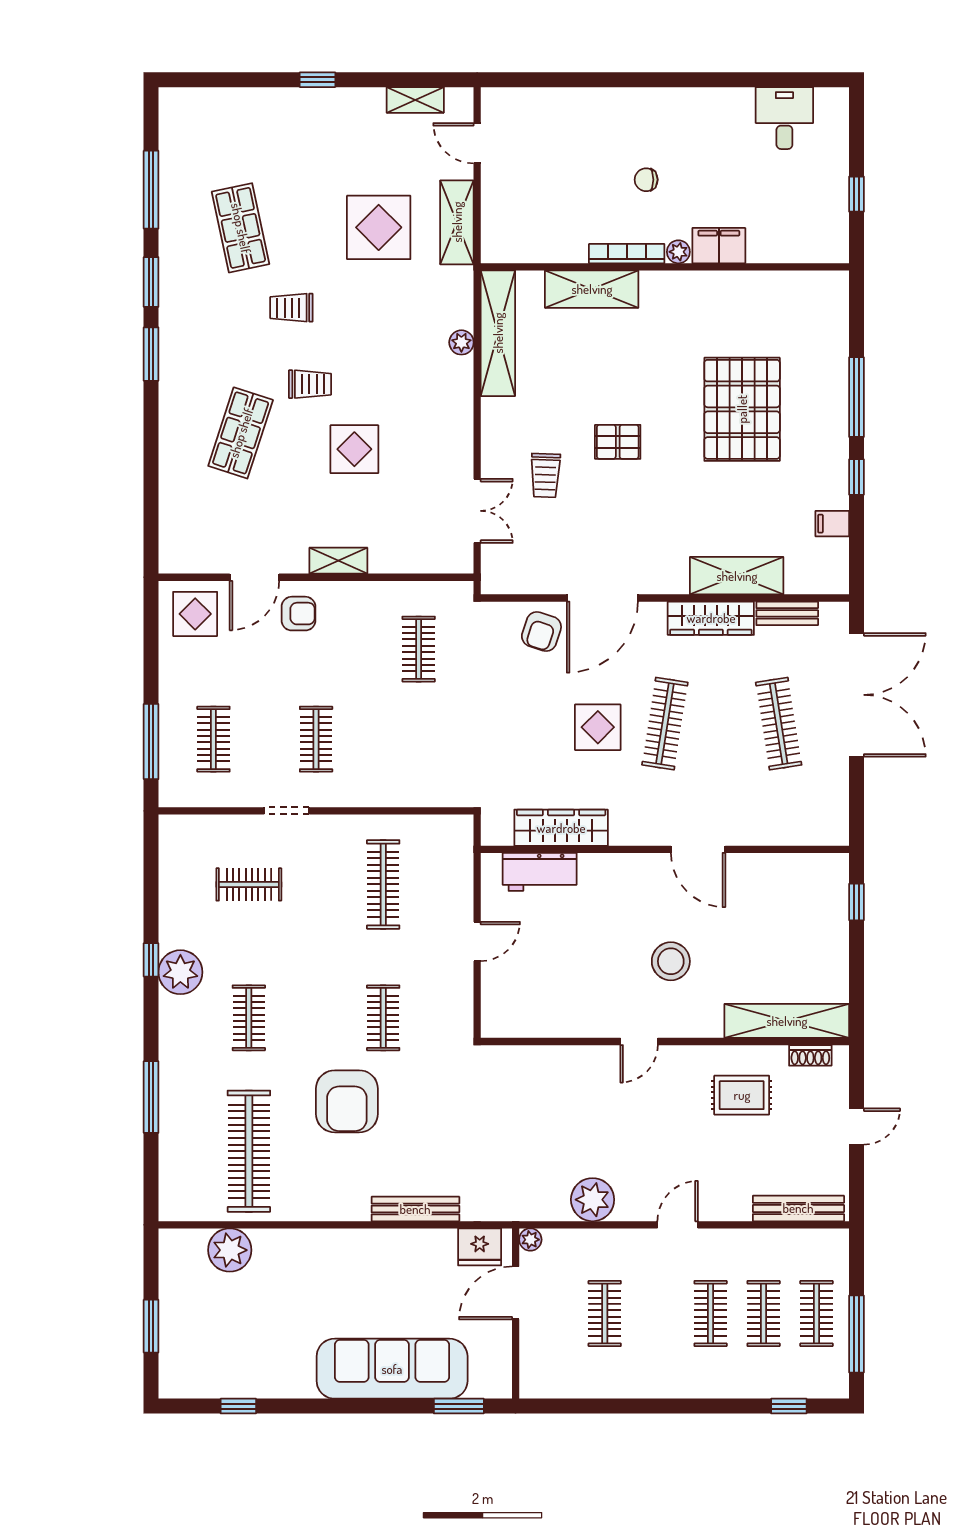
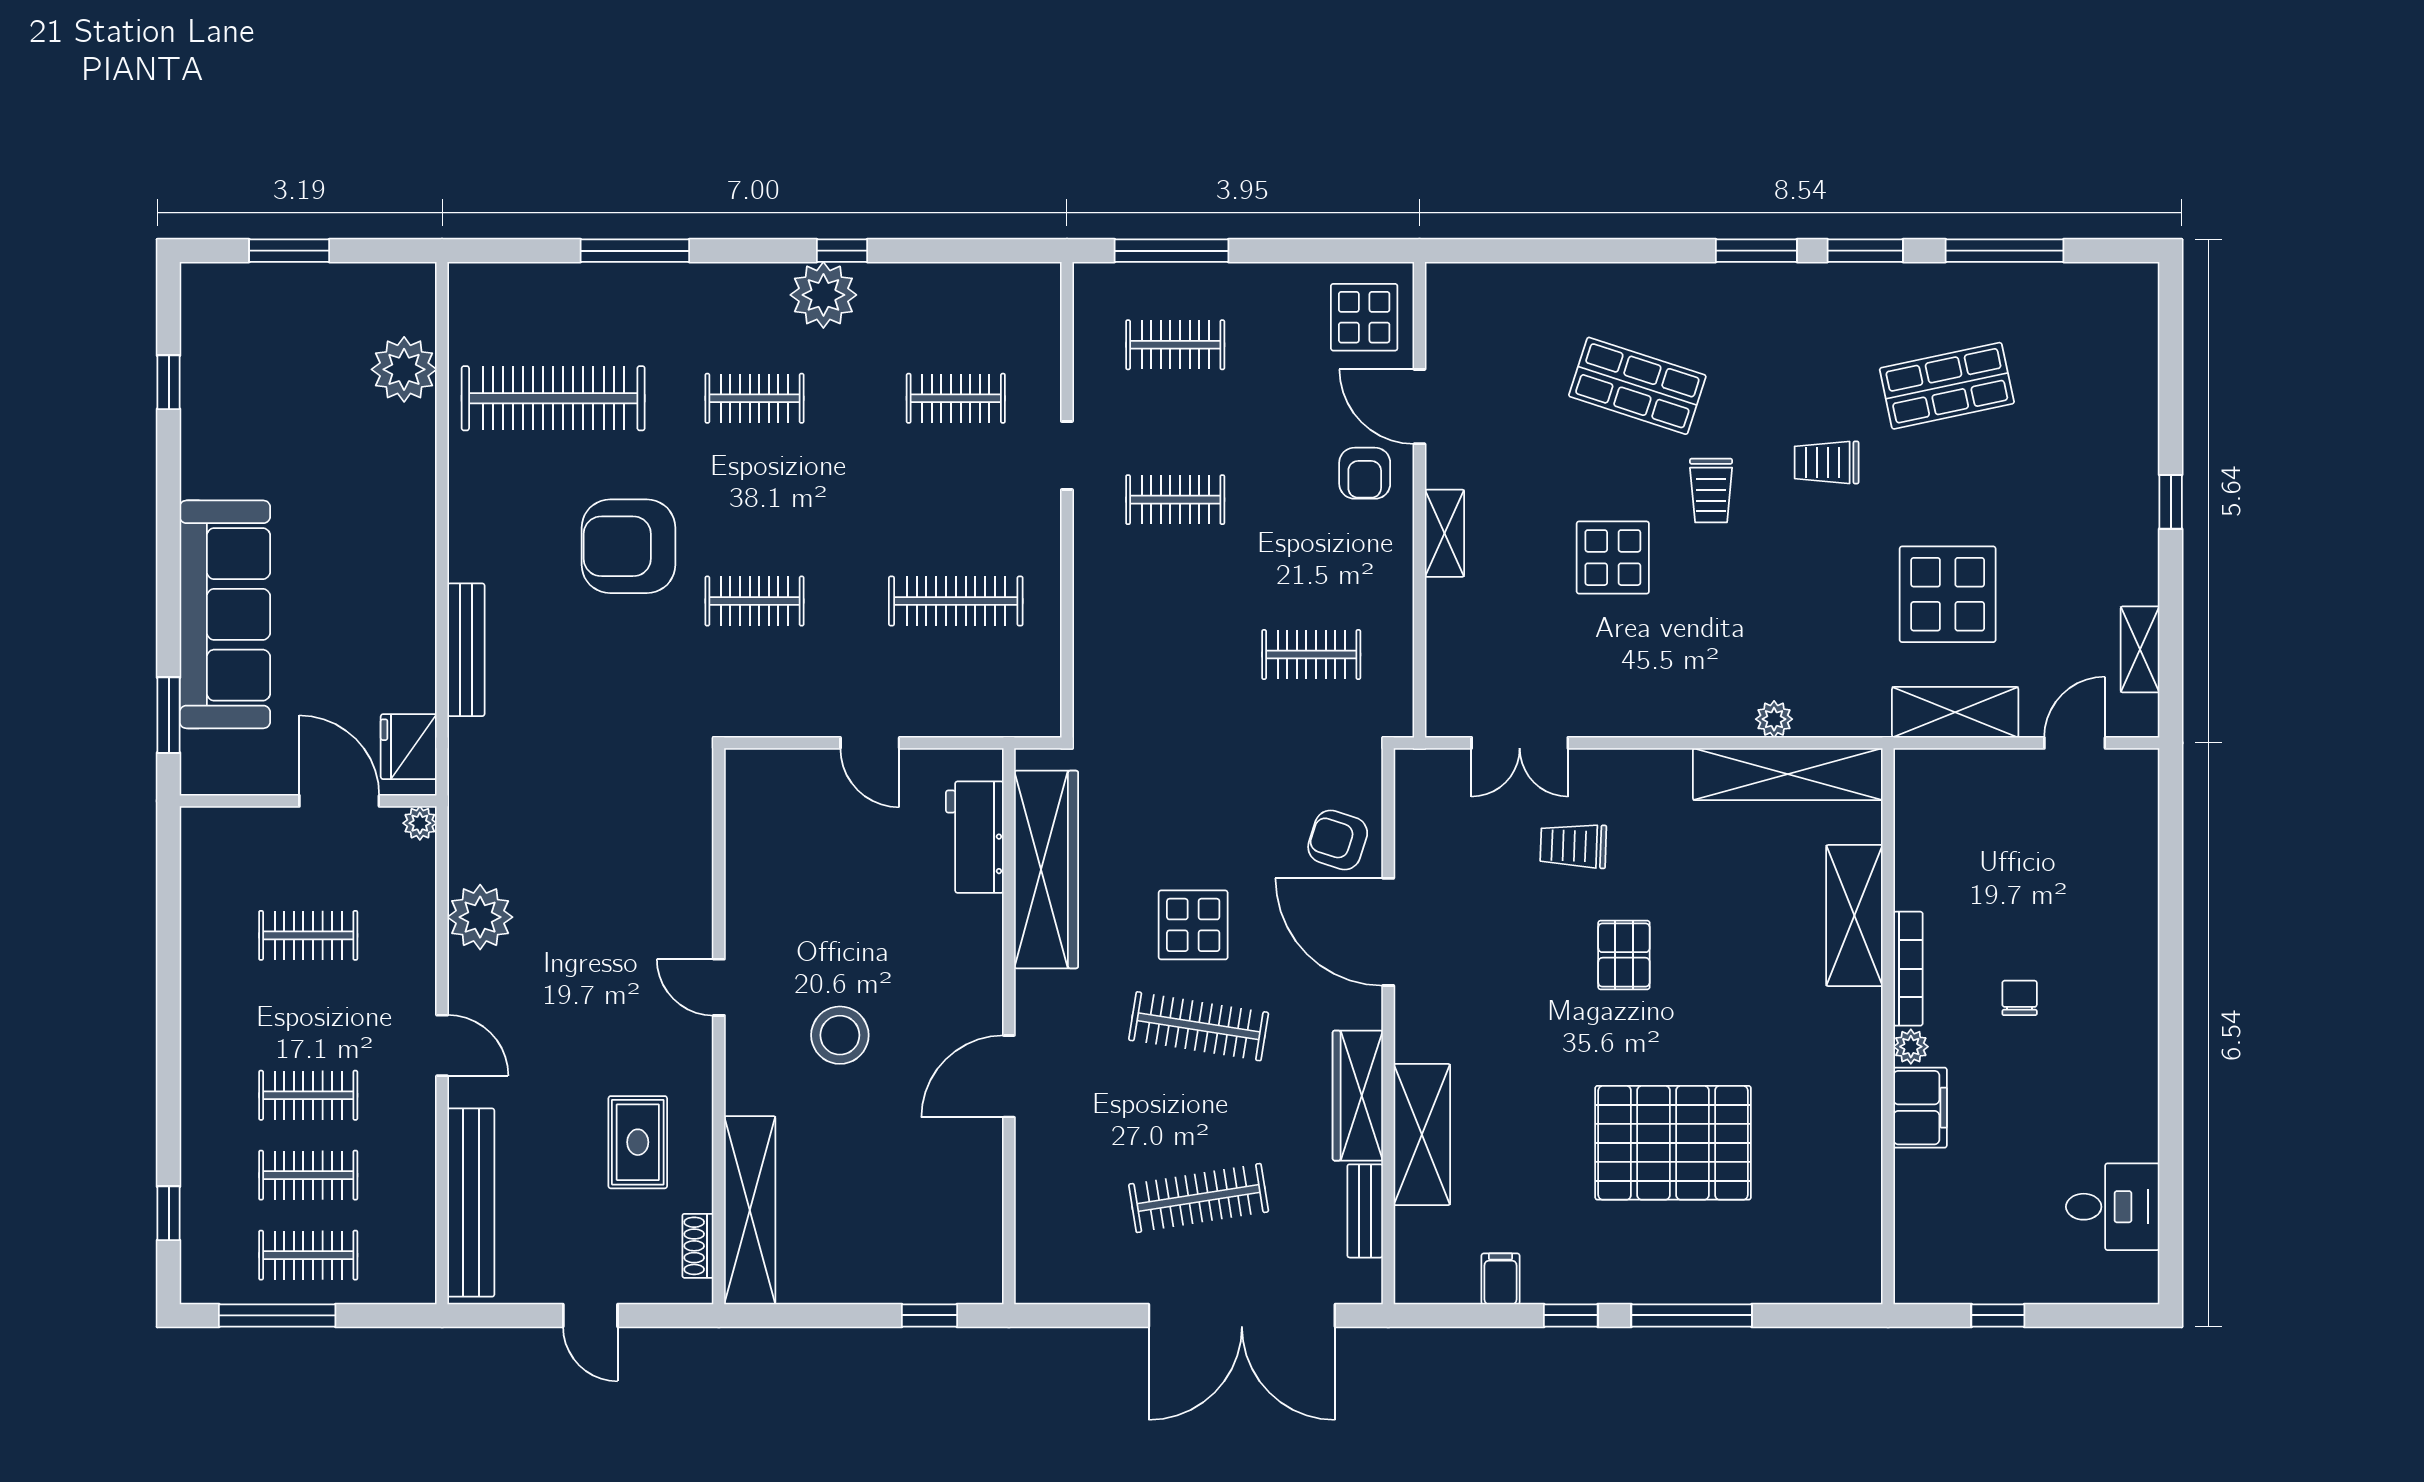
trolley: (291, 308) -> (1827, 462), turned -90
wardrobe: (561, 828) -> (1046, 869), width x1.40, depth x1.17
clothes rail: (249, 884) -> (956, 398), turned 90
bench: (798, 1208) -> (471, 1203), width x1.37, depth x1.21

